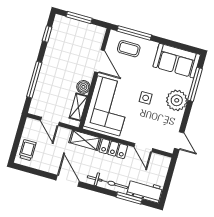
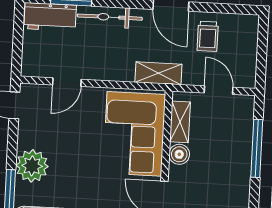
side table: (146, 98) -> (80, 159), removed
door: (143, 148) -> (67, 82), swing flipped
locker: (113, 149) -> (112, 70), removed
trolley: (28, 150) -> (208, 36), moved

